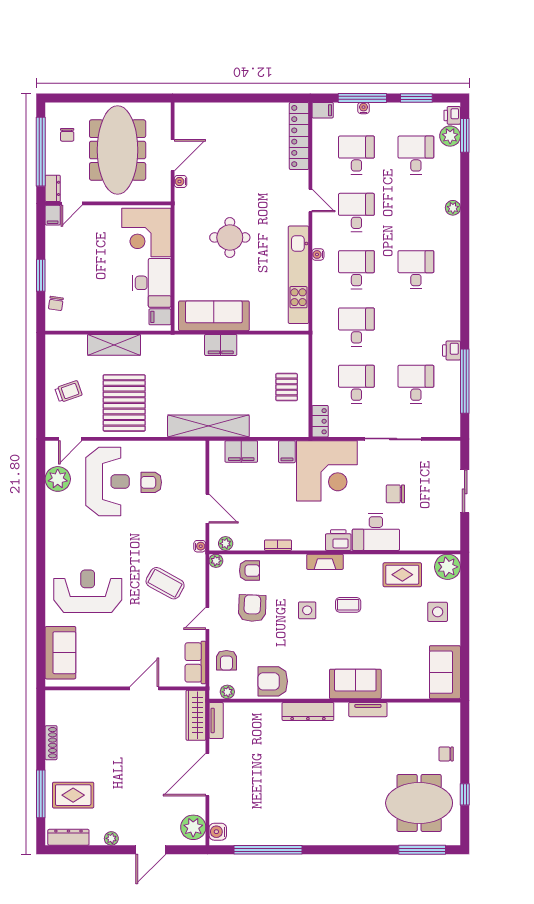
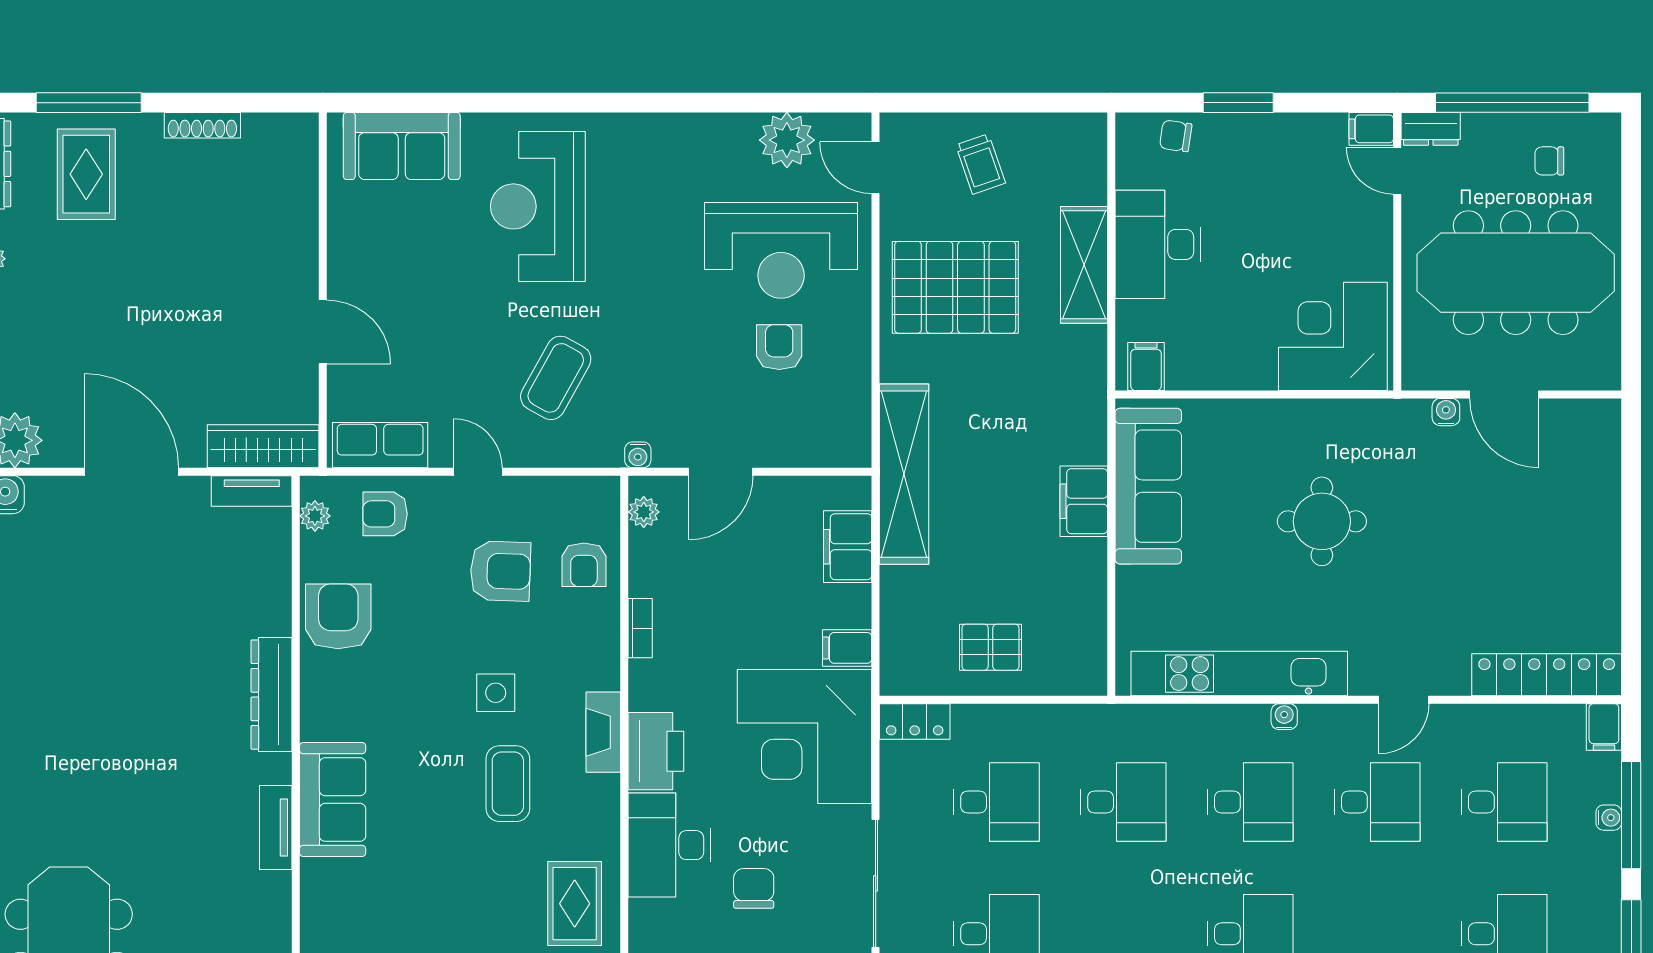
desk: (152, 283) -> (1158, 244), moved, turned 90
printer: (338, 540) -> (656, 751), width x1.37, depth x1.19
plant: (216, 561) -> (605, 491), removed
reception desk: (88, 591) -> (538, 206), turned 180
coffee table: (348, 605) -> (508, 784), width x1.36, depth x1.30

